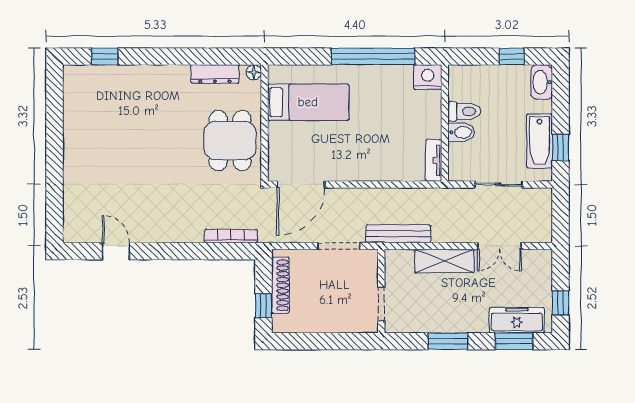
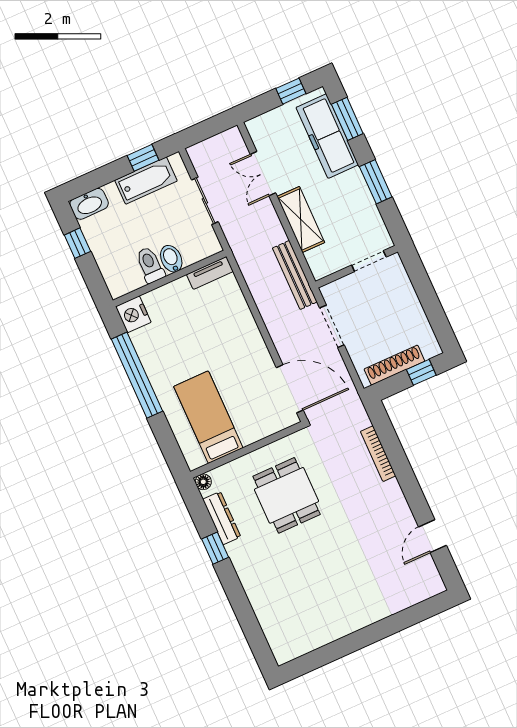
window: (105, 56) -> (215, 548), moved
dining table: (230, 140) -> (287, 495), moved, turned 90
bookcase: (231, 236) -> (378, 454), moved
double door: (499, 246) -> (263, 174), swing flipped
freezer: (517, 320) -> (327, 136), width x1.36, depth x1.26

